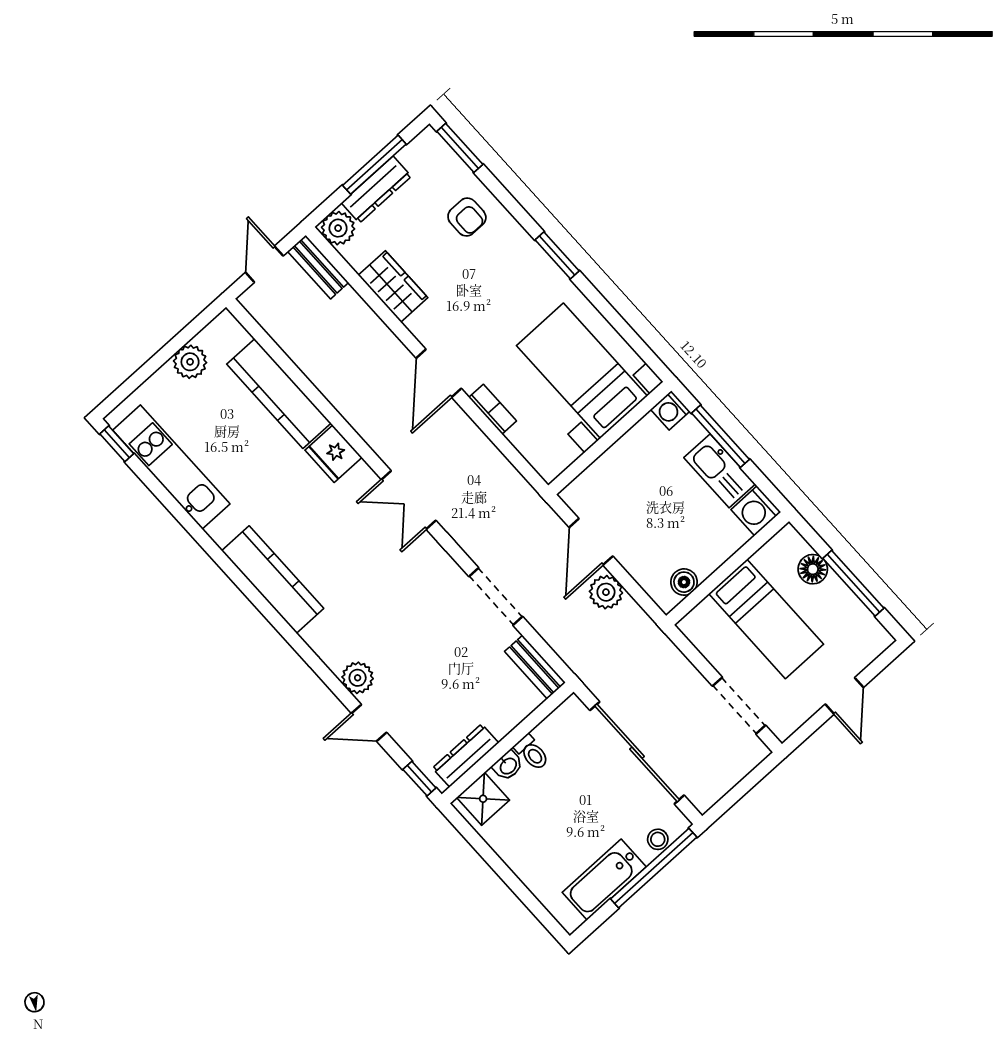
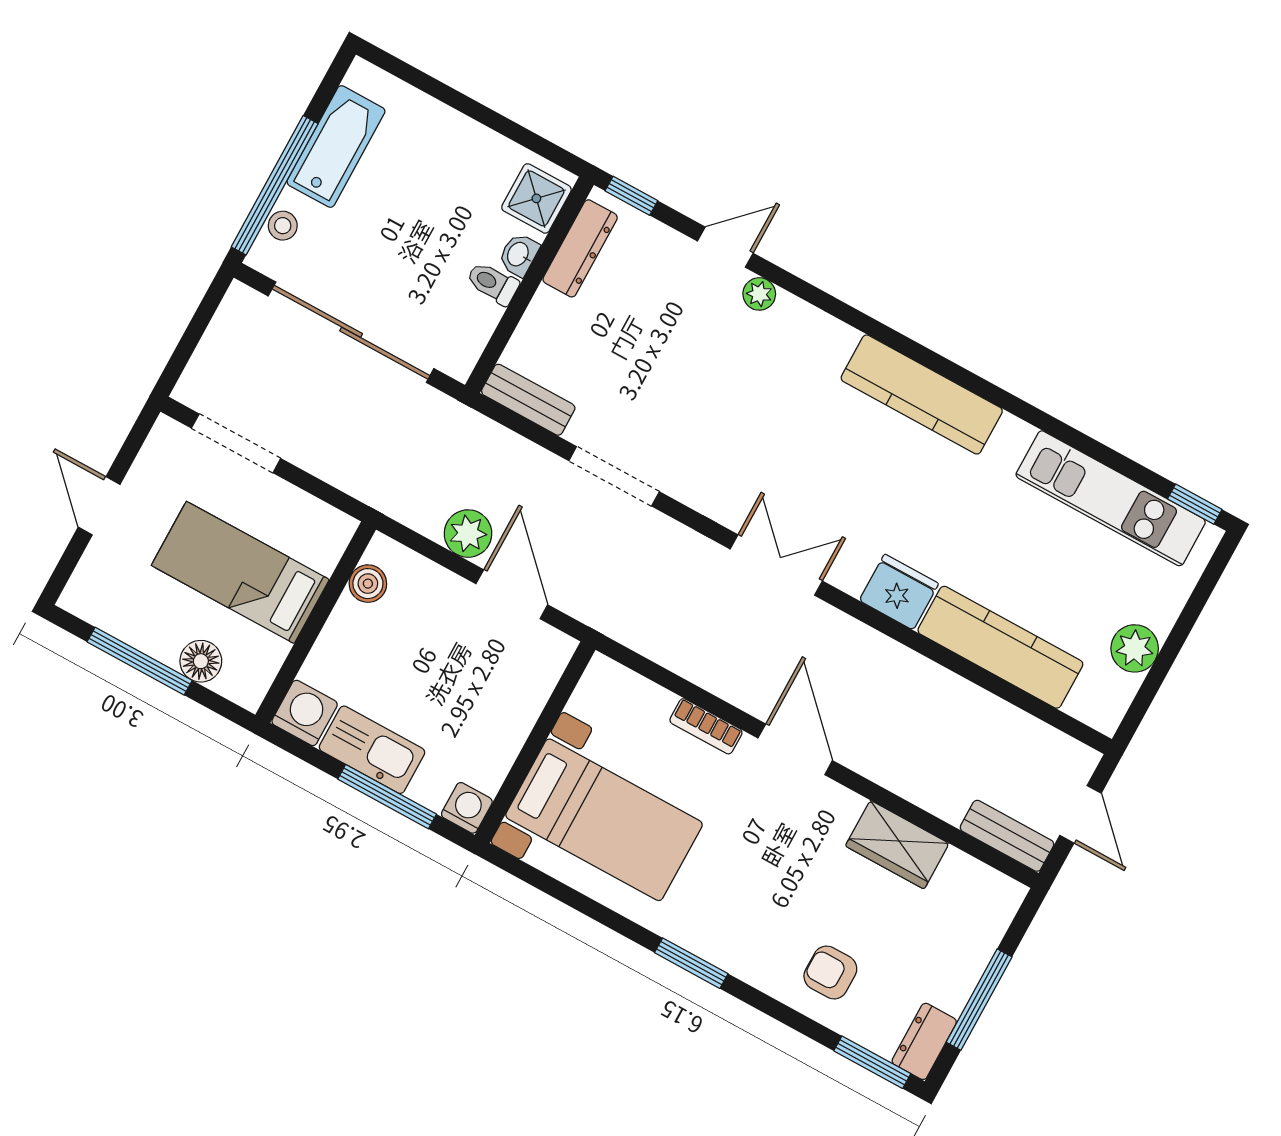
dresser: (376, 190) -> (924, 1041), moved, width x0.70
plant: (338, 228) -> (998, 897), removed
plant: (358, 678) -> (759, 294), width x0.73, depth x0.73

